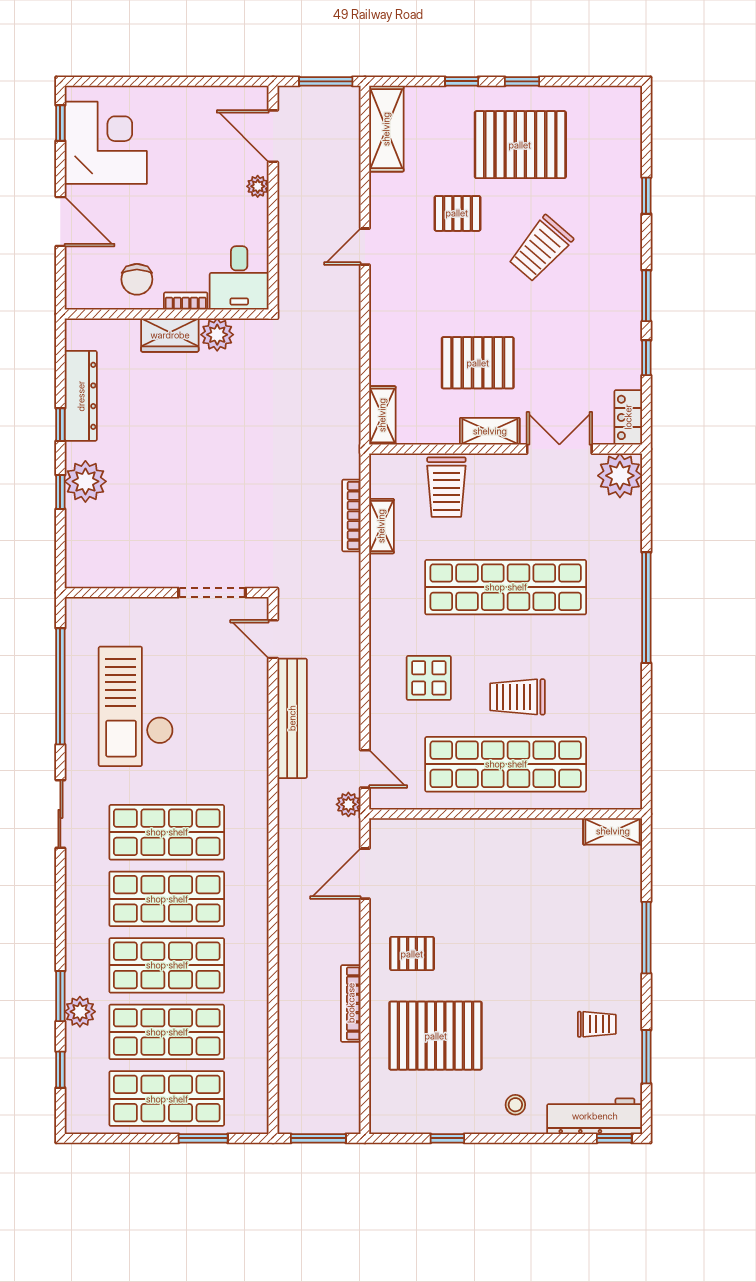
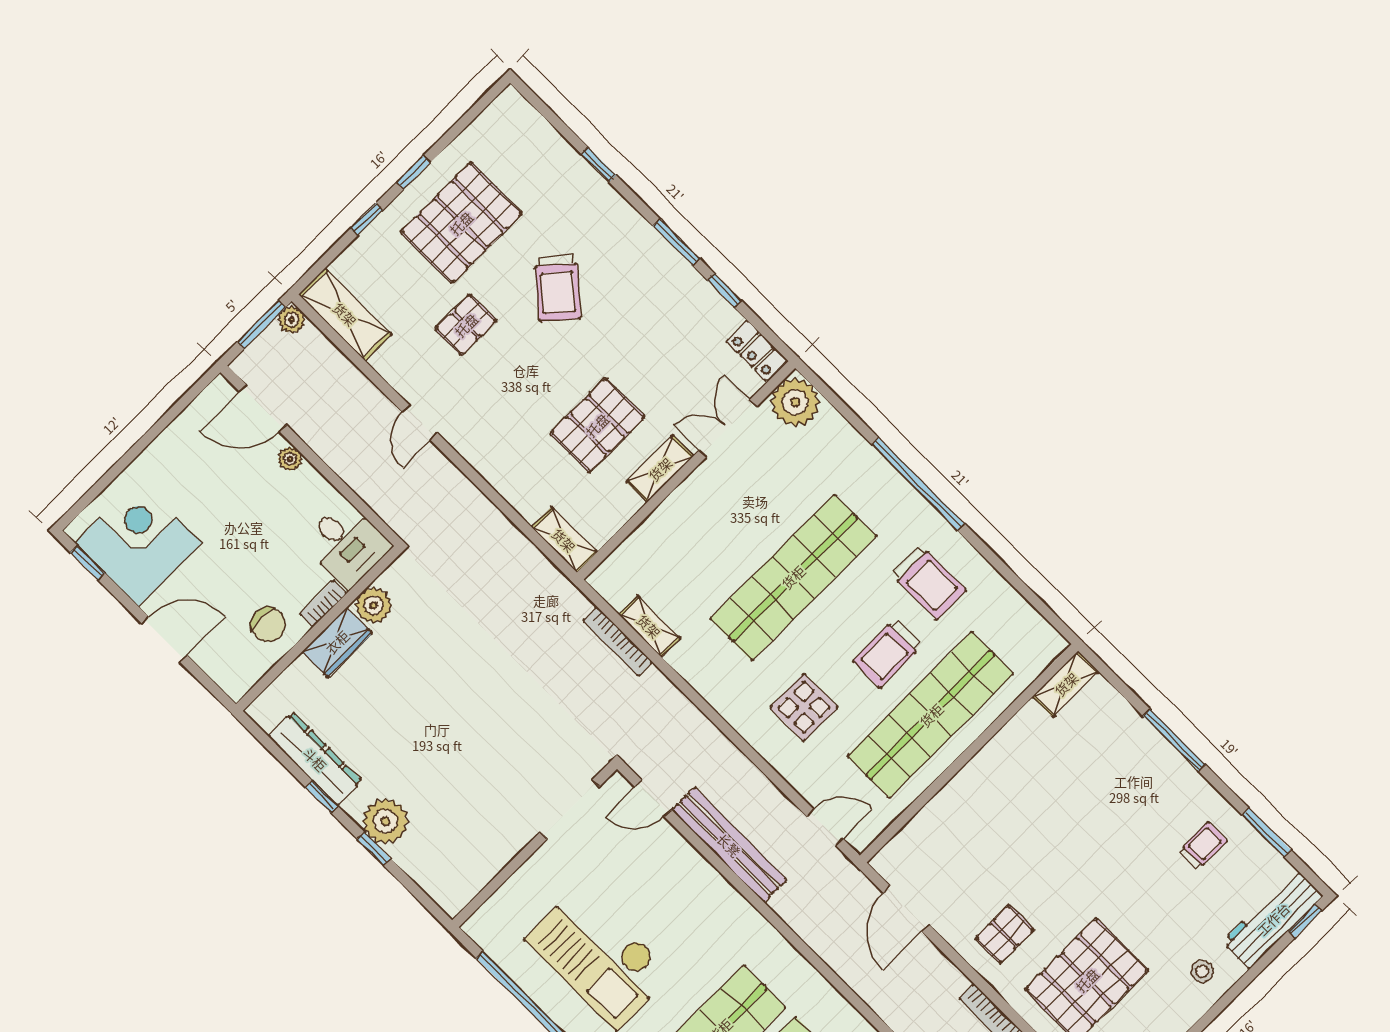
trolley: (446, 487) -> (929, 582), moved
plant: (348, 804) -> (292, 320), moved

